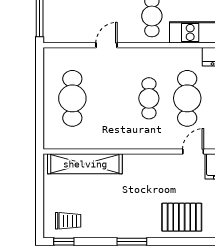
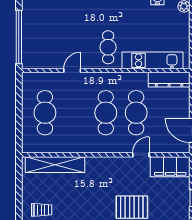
cafe table: (149, 98) -> (106, 113), width x1.37, depth x1.35

